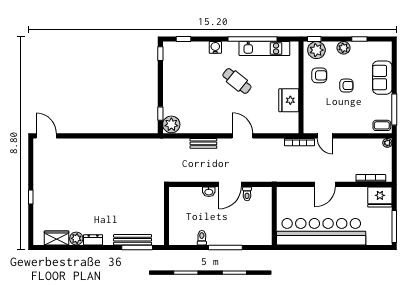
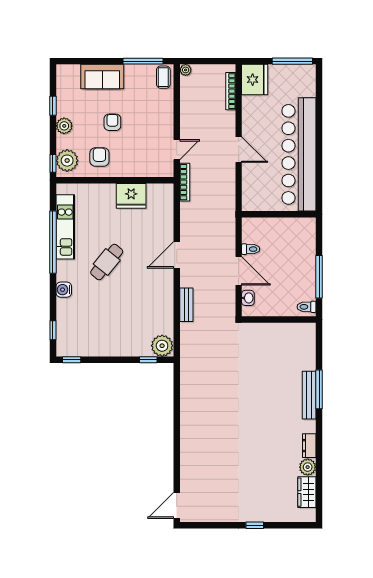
wall: (166, 216) -> (279, 319), moved

